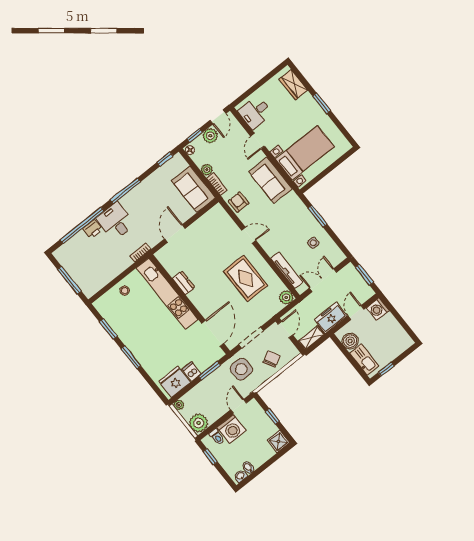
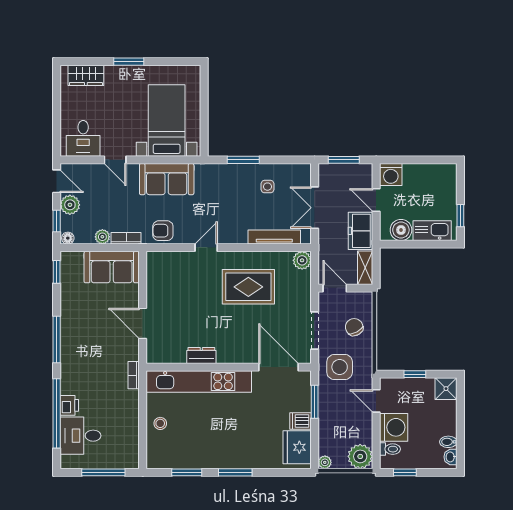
desk: (116, 221) -> (80, 436), moved

